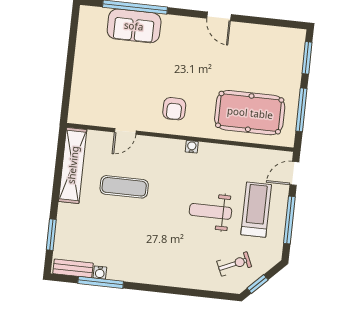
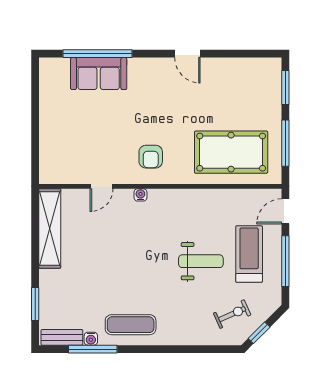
water cooler: (192, 147) -> (140, 195), moved
exercise mat: (124, 187) -> (131, 325), moved
weight bench: (210, 211) -> (201, 261), turned 180

